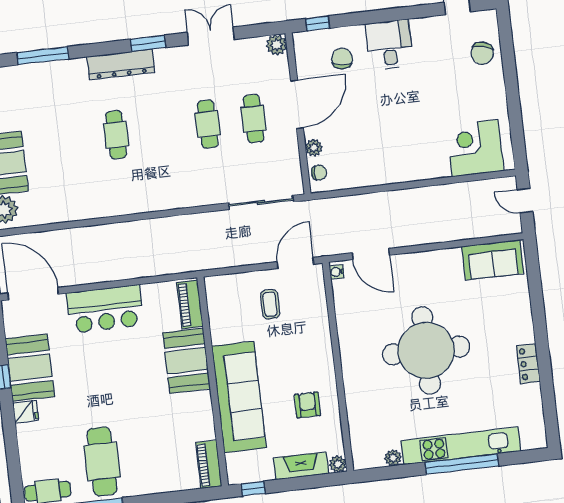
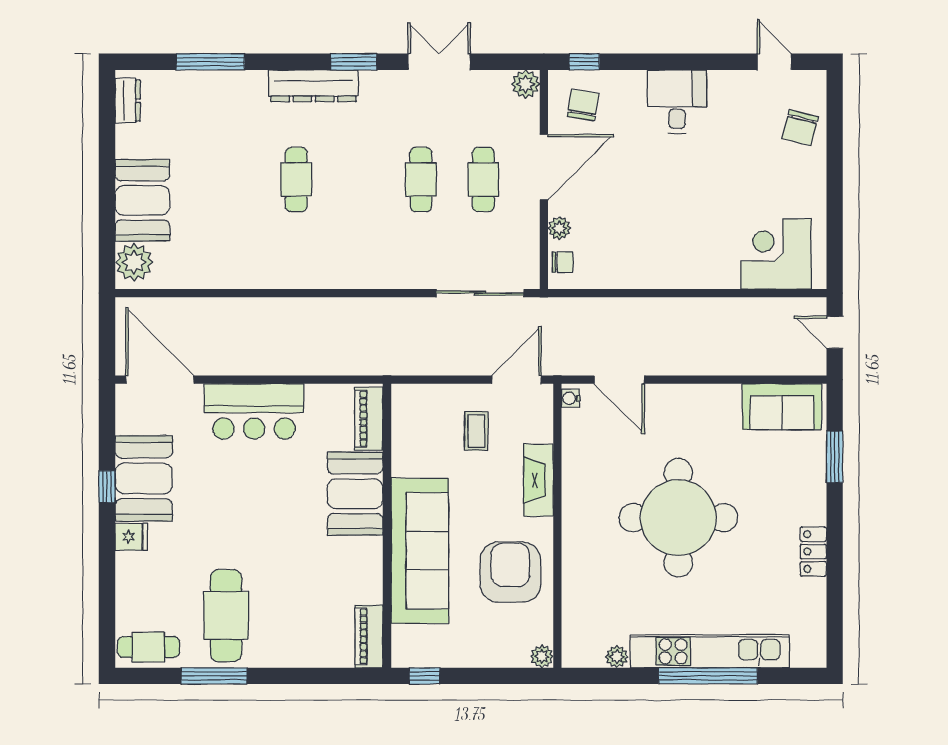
chair: (342, 58) -> (583, 105), moved
window: (536, 292) -> (835, 457), added
armchair: (307, 405) -> (510, 572), width x1.88, depth x1.88
fireplace: (301, 466) -> (538, 480), moved, turned -90

